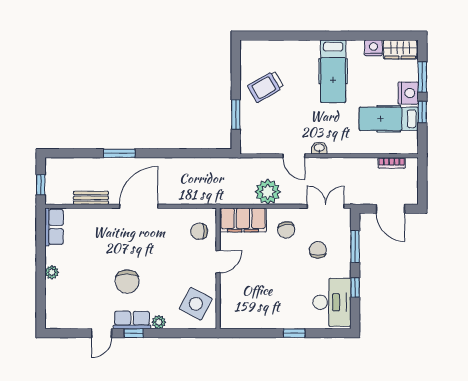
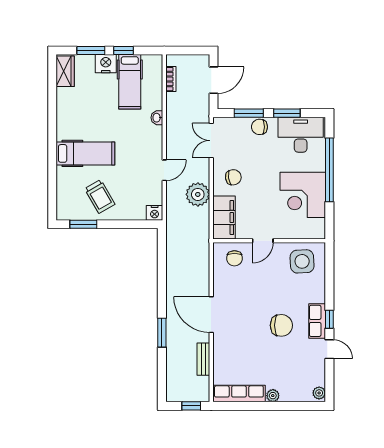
nightstand: (373, 48) -> (155, 213), moved, turned -90
hospital bed: (333, 71) -> (85, 153), moved
window: (236, 115) -> (83, 224), moved
washbasin: (319, 148) -> (157, 118), moved
row of seats: (54, 227) -> (239, 394), width x1.48
chair: (318, 250) -> (259, 127), moved
door: (218, 262) -> (263, 241), swing flipped
window: (355, 288) -> (287, 113), width x1.50
side table: (196, 304) -> (302, 261), turned -31
corner desk: (267, 305) -> (303, 195), added
plant: (159, 322) -> (319, 393), moved
window: (294, 333) -> (329, 170), width x3.17

